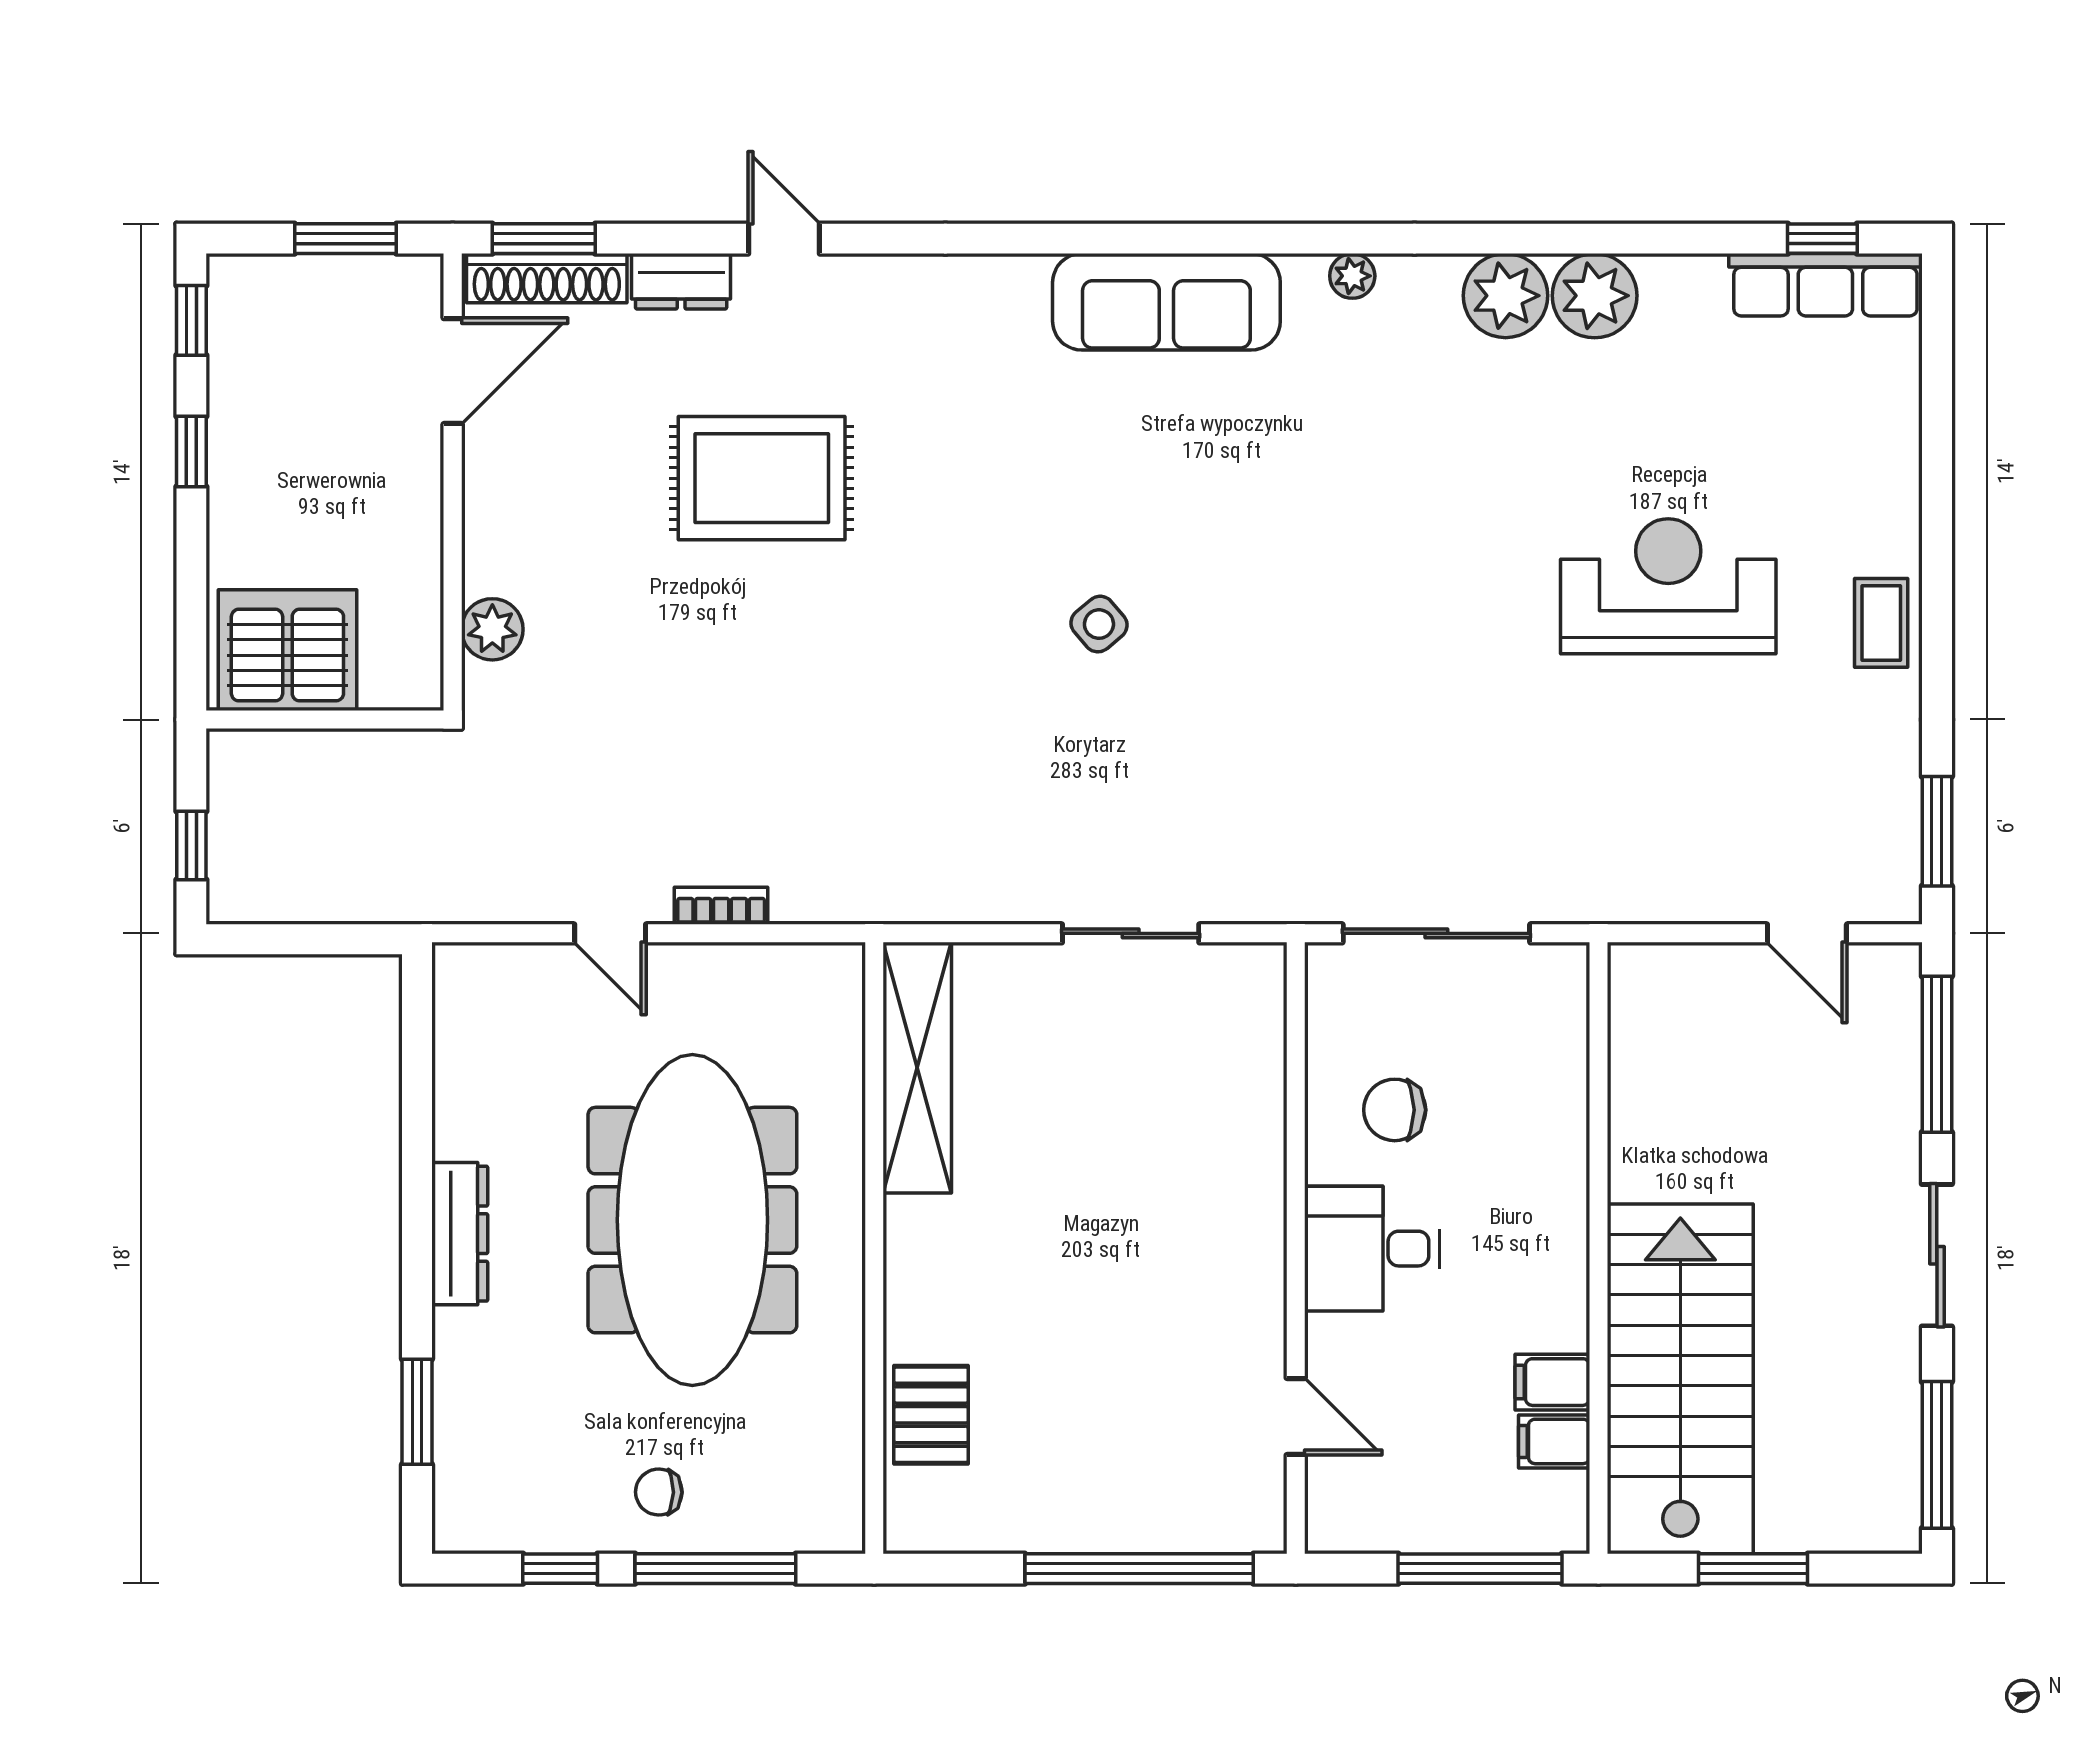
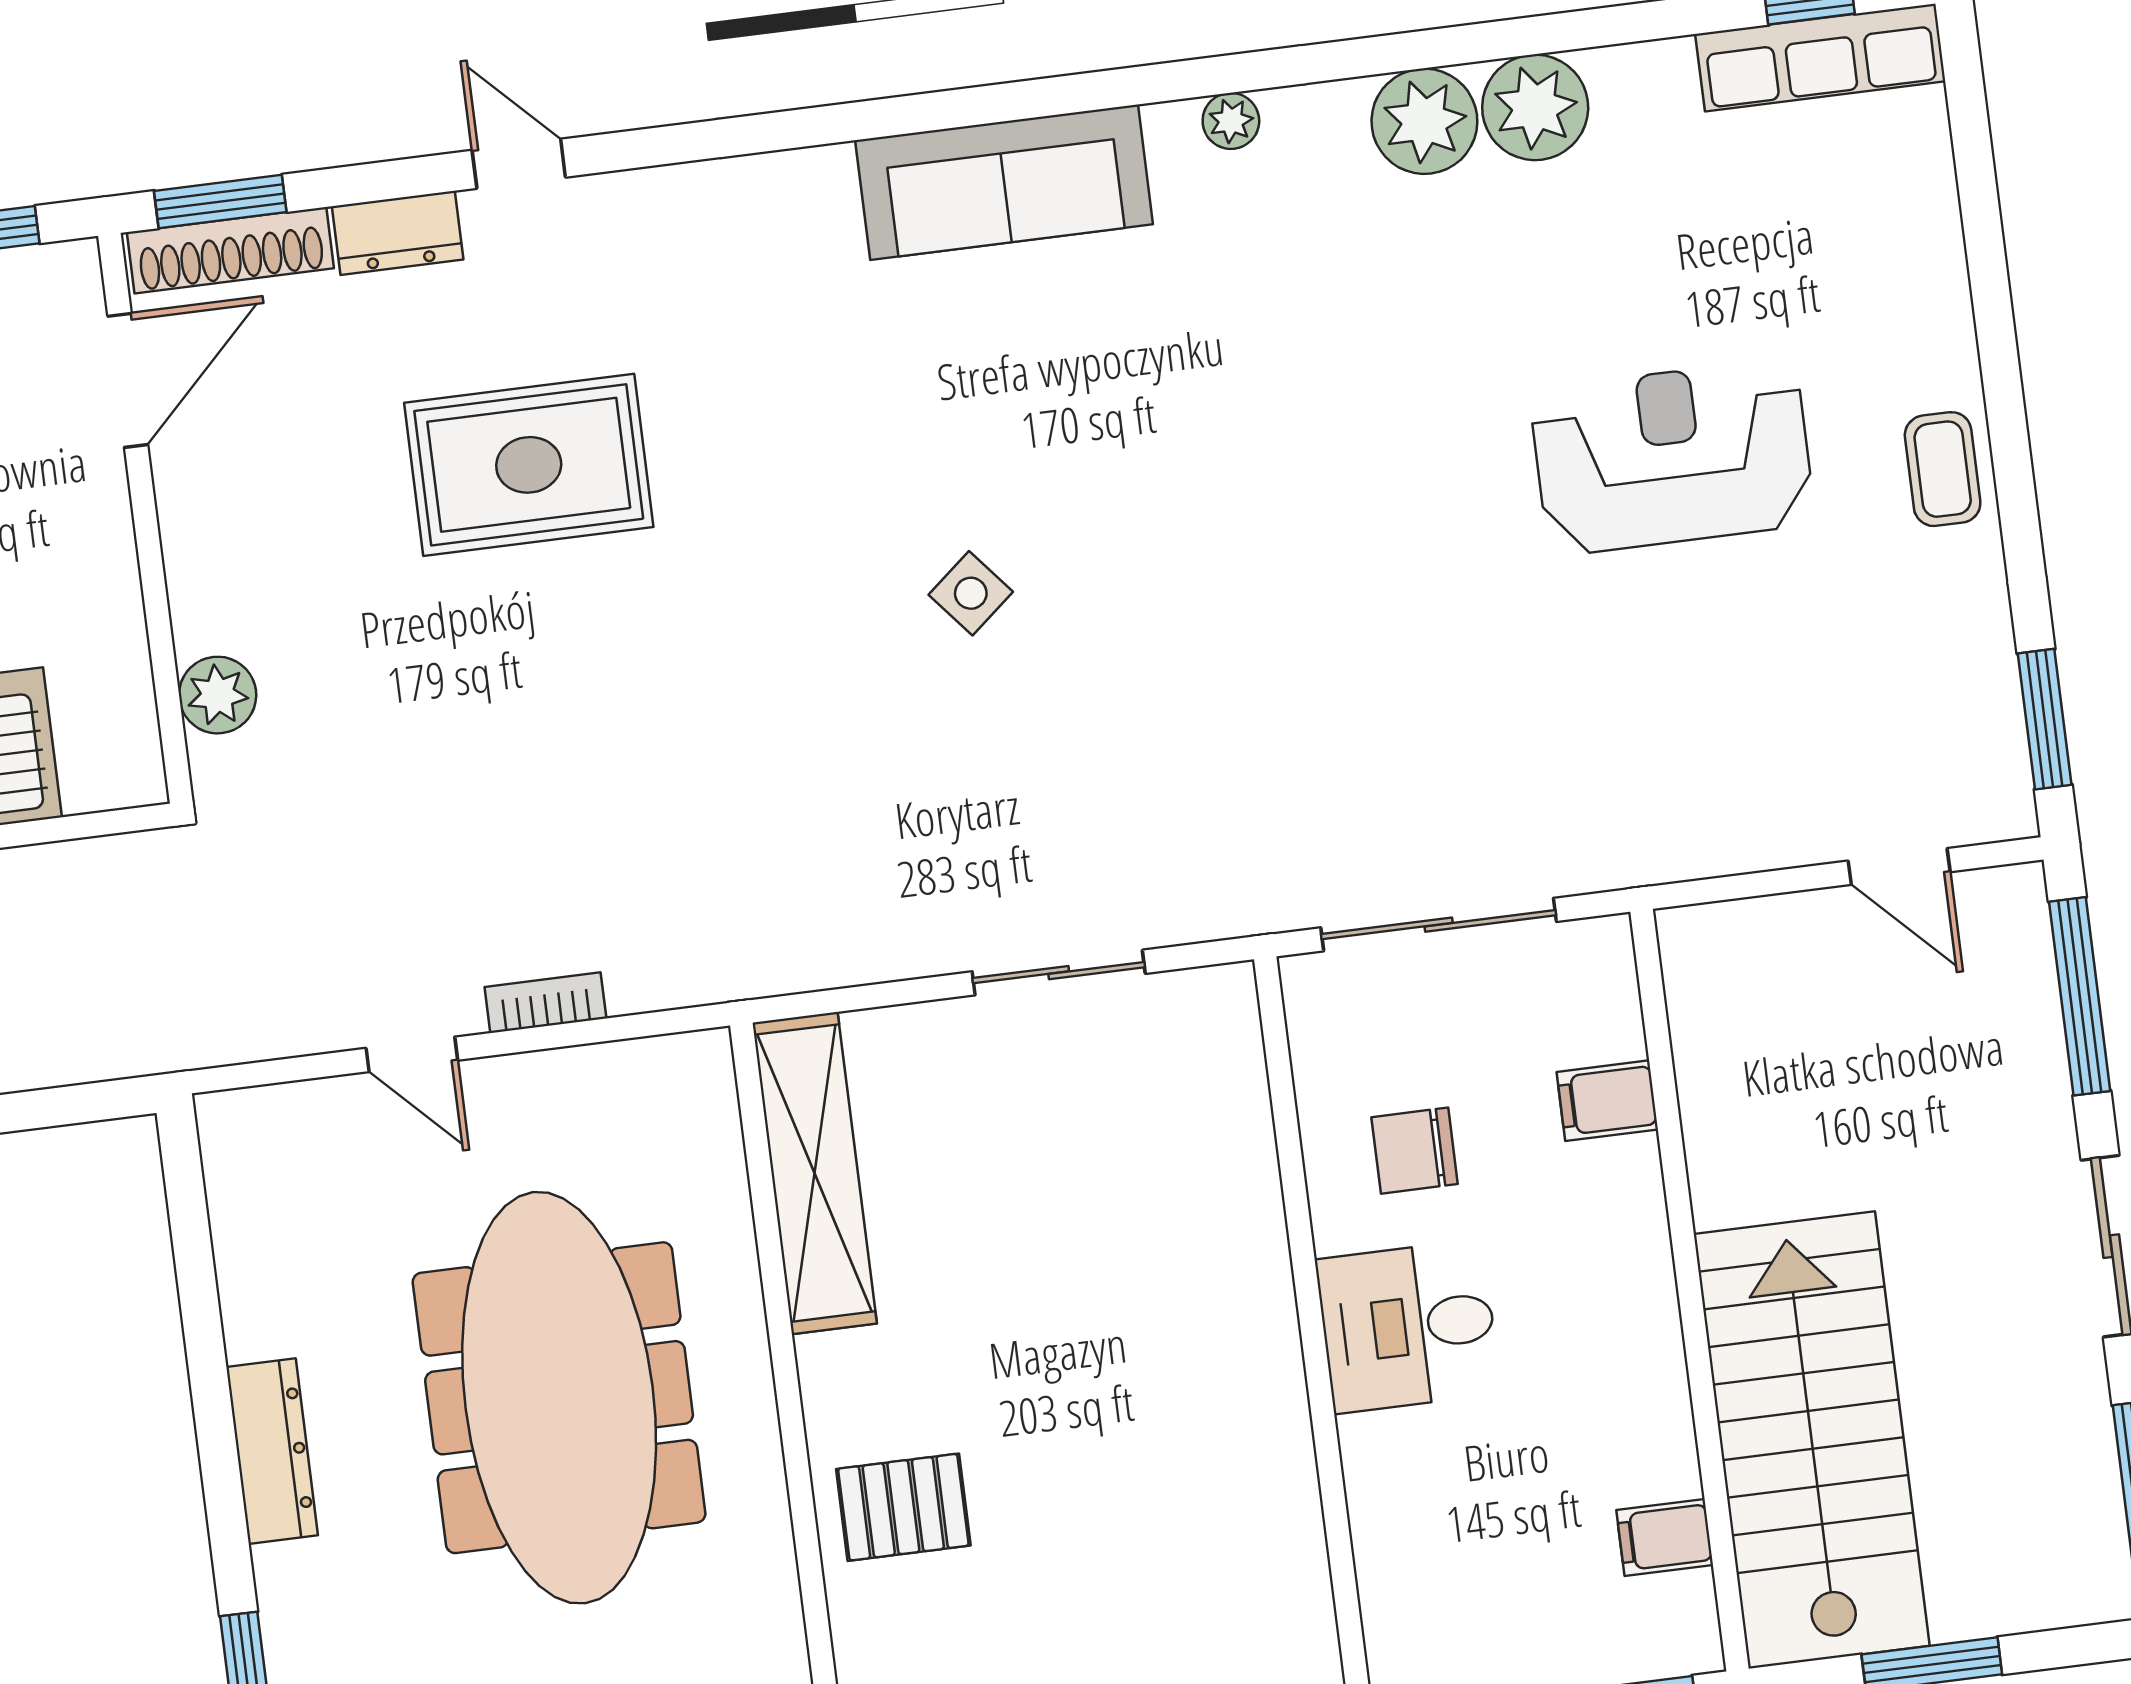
filing cabinet: (1552, 1382) -> (1607, 1101), moved
pallet: (931, 1415) -> (903, 1507), moved, turned 90
door: (1296, 1417) -> (1340, 1547), removed

